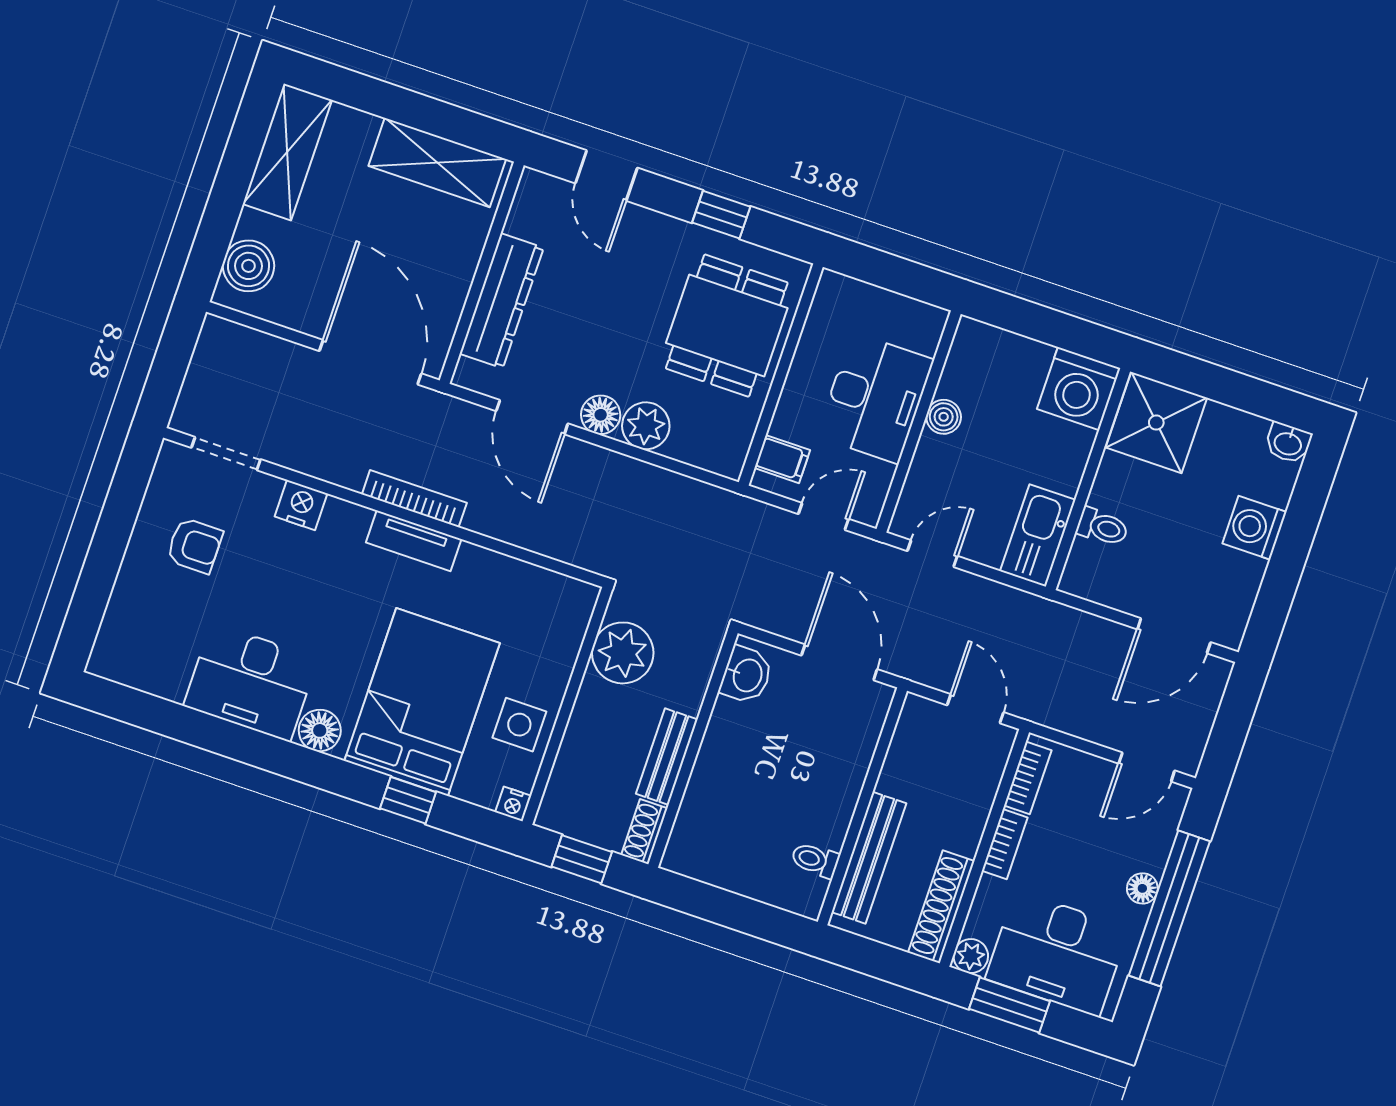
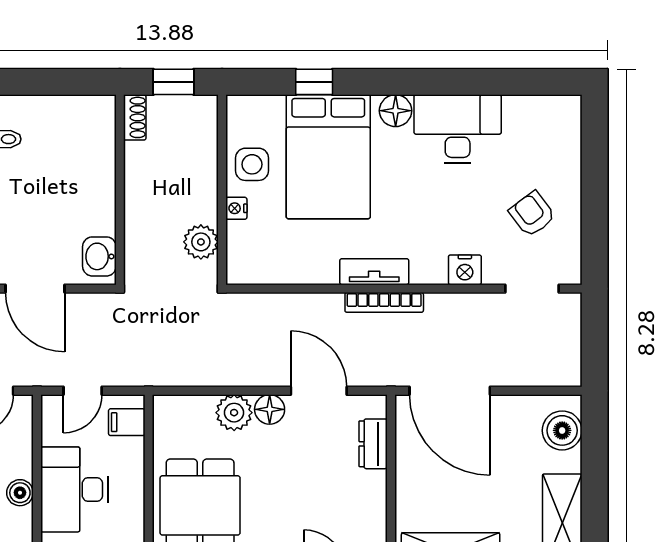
dresser: (502, 301) -> (373, 444), width x0.51, depth x0.80
armchair: (195, 546) -> (532, 214), turned 53
plant: (623, 653) -> (201, 242), width x0.73, depth x0.73
bench: (667, 757) -> (137, 178), removed
nightstand: (513, 804) -> (236, 208), moved, turned -90

